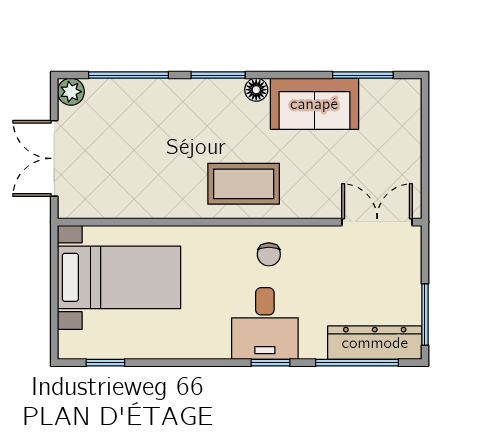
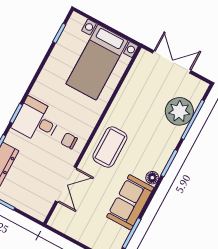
plant: (71, 92) -> (179, 111), moved, width x1.87, depth x1.87
double door: (377, 222) -> (66, 184), moved

